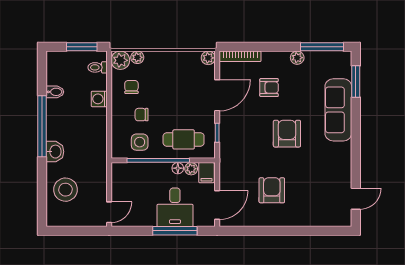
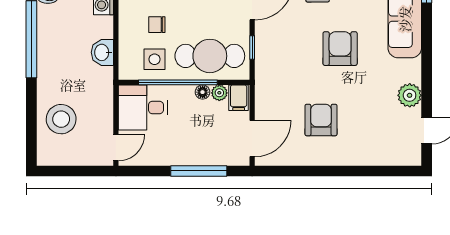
cafe table: (184, 139) -> (210, 56), width x1.37, depth x1.35
washbasin: (55, 152) -> (102, 52), moved, turned 180
plant: (342, 171) -> (410, 95), added
desk: (175, 207) -> (143, 107), moved, turned 90

